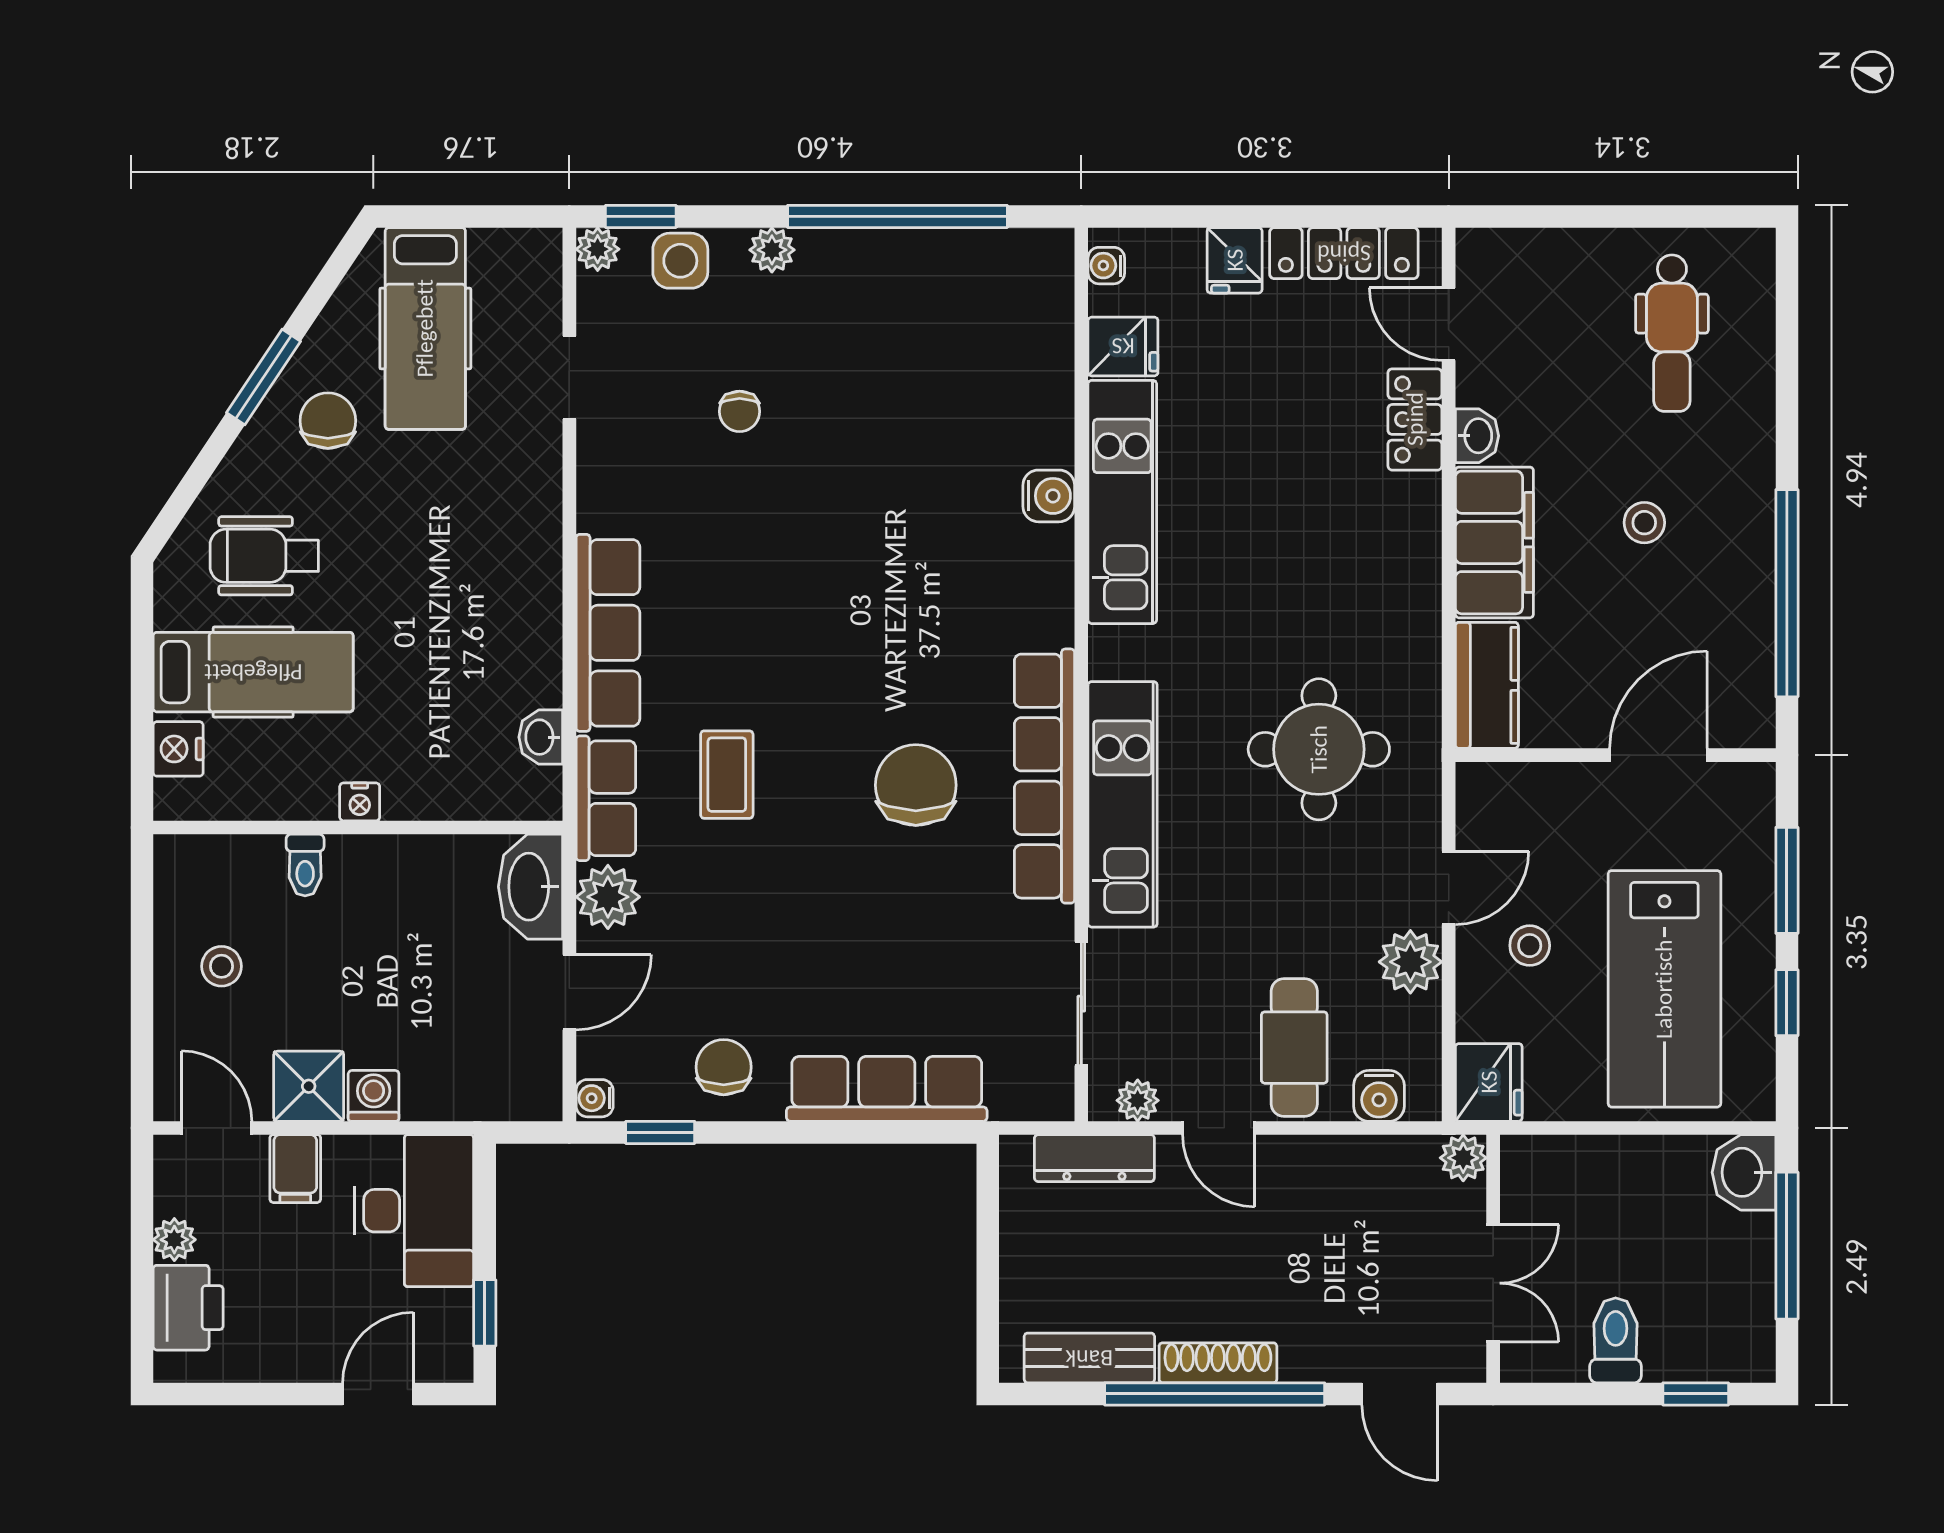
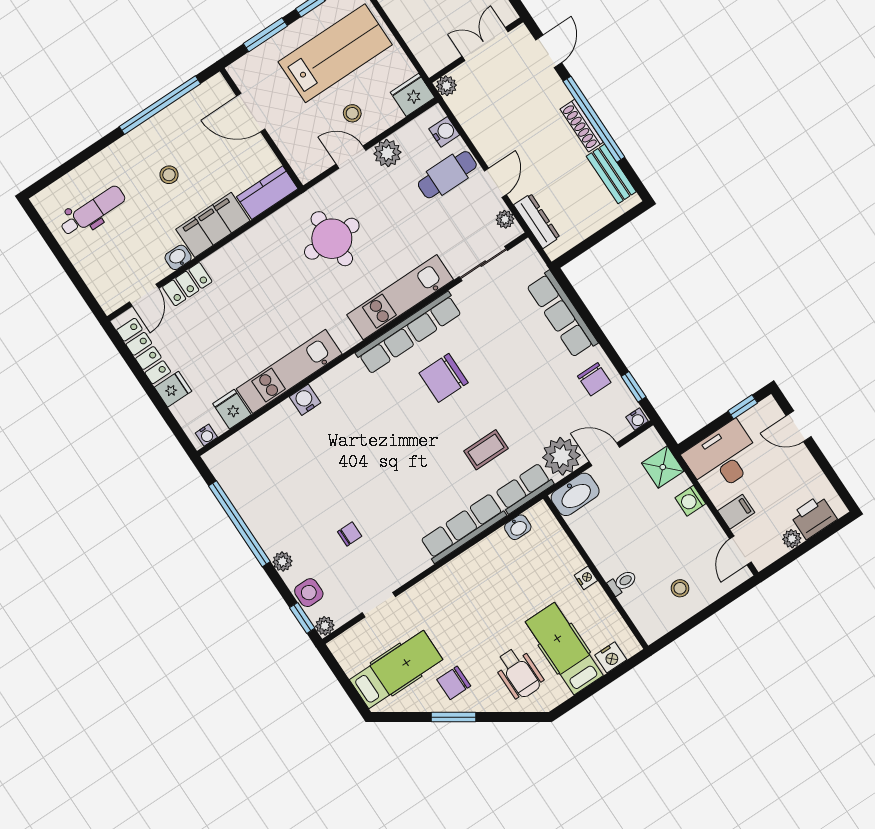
plant: (608, 897) -> (561, 456), width x1.36, depth x1.36
chair: (724, 1067) -> (594, 379), turned -90
shower: (309, 1086) -> (663, 467), moved

